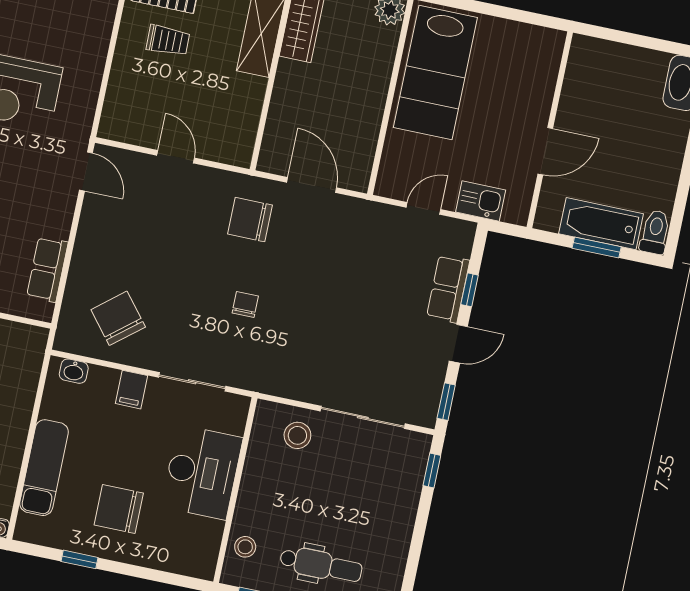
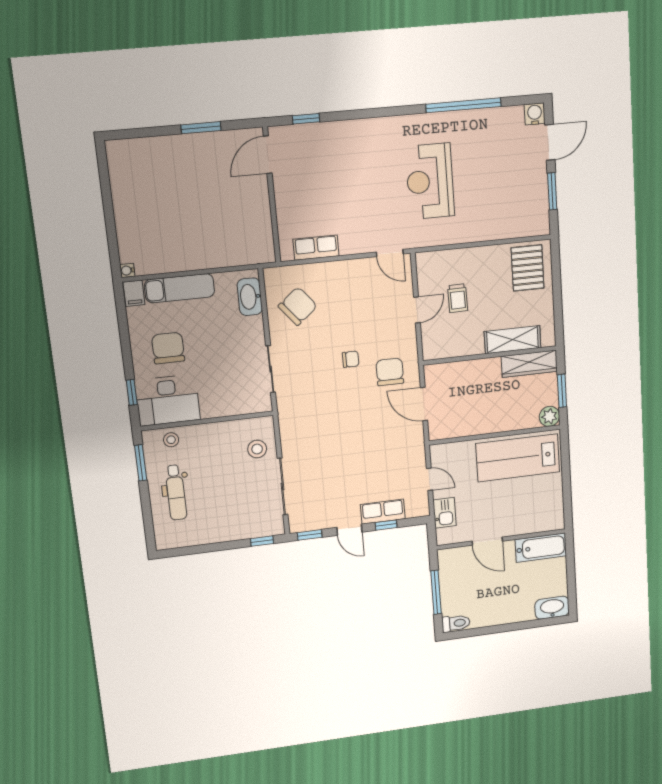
trolley: (168, 40) -> (458, 298), moved
door: (86, 172) -> (390, 253), hinge flipped
door: (312, 185) -> (424, 404), swing flipped
bathtub: (601, 224) -> (541, 548), moved, turned 90
window: (597, 248) -> (436, 592), width x1.44
chair: (245, 305) -> (351, 359), moved
washbasin: (74, 371) -> (250, 297), width x1.91, depth x1.45
filing cabinet: (131, 390) -> (134, 293), moved, turned -90
desk: (202, 472) -> (168, 400), moved
window: (80, 559) -> (132, 392), moved

